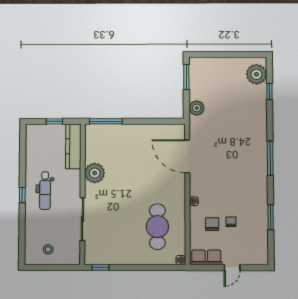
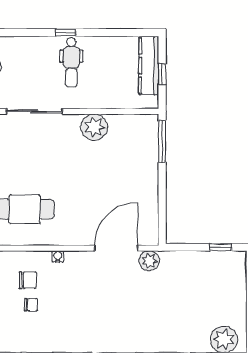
window: (186, 77) -> (220, 247), width x0.67
plant: (197, 108) -> (149, 261), moved
kitchen counter: (73, 146) -> (149, 66), moved, turned -90
dental chair: (45, 191) -> (71, 62), turned -90

